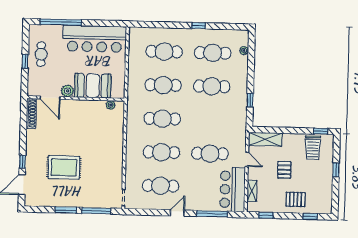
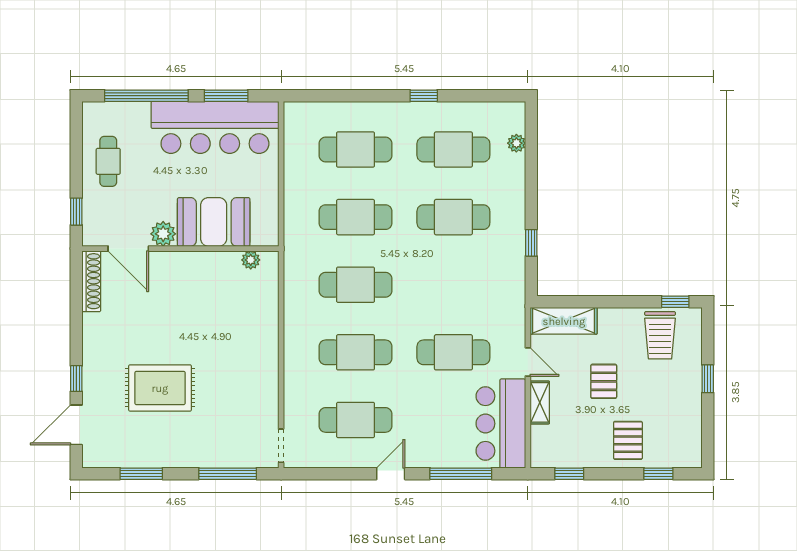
window: (100, 23) -> (226, 96), added
window: (25, 61) -> (76, 212), moved
shelving: (252, 191) -> (540, 402), moved
pallet: (295, 199) -> (628, 440), turned 90
window: (66, 210) -> (141, 474), moved

